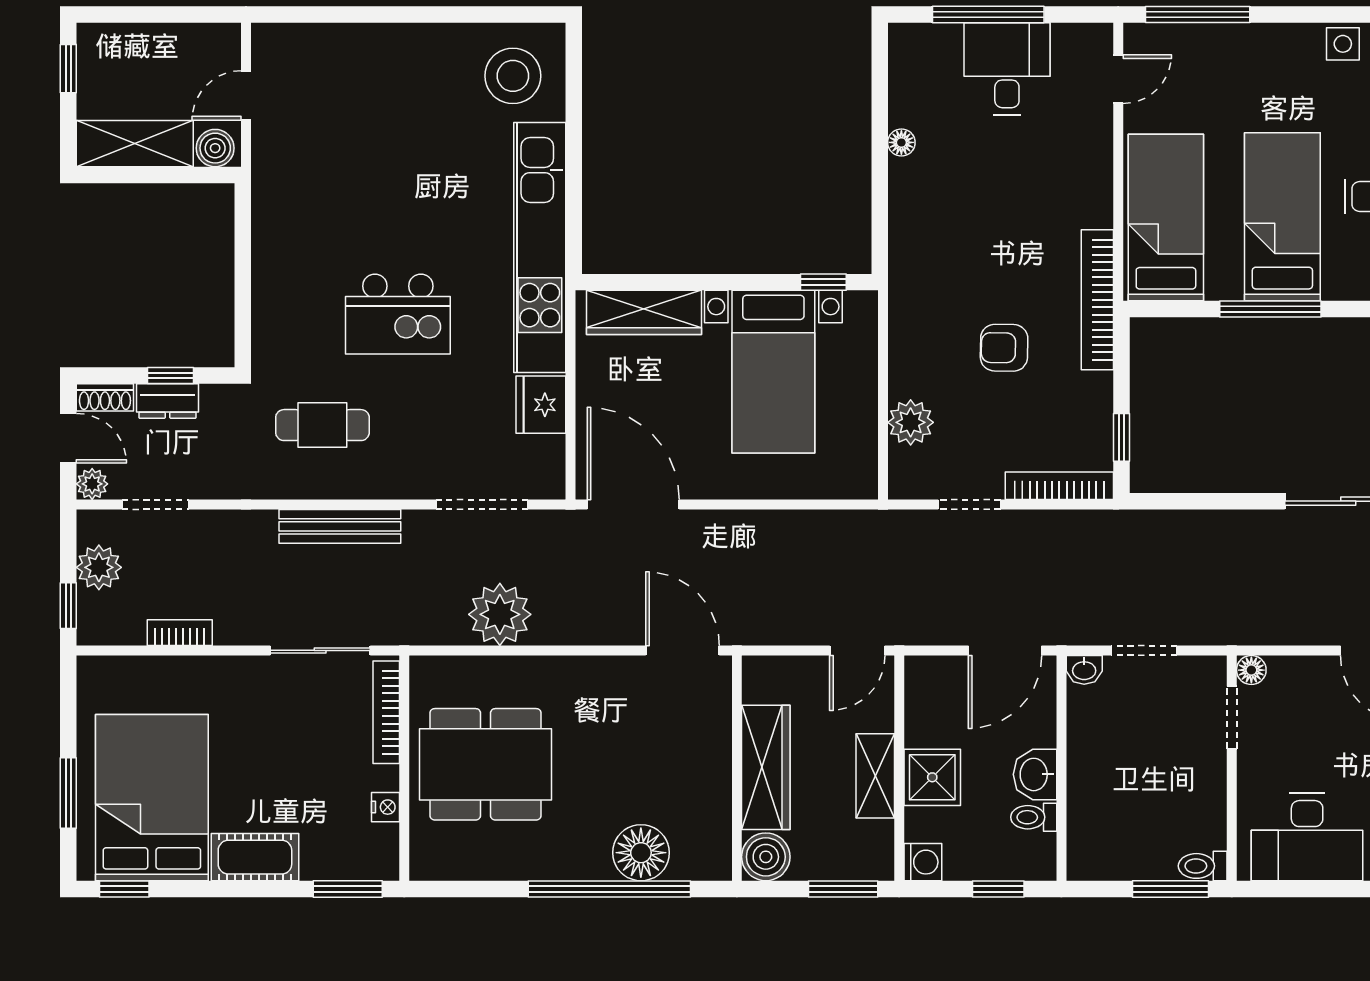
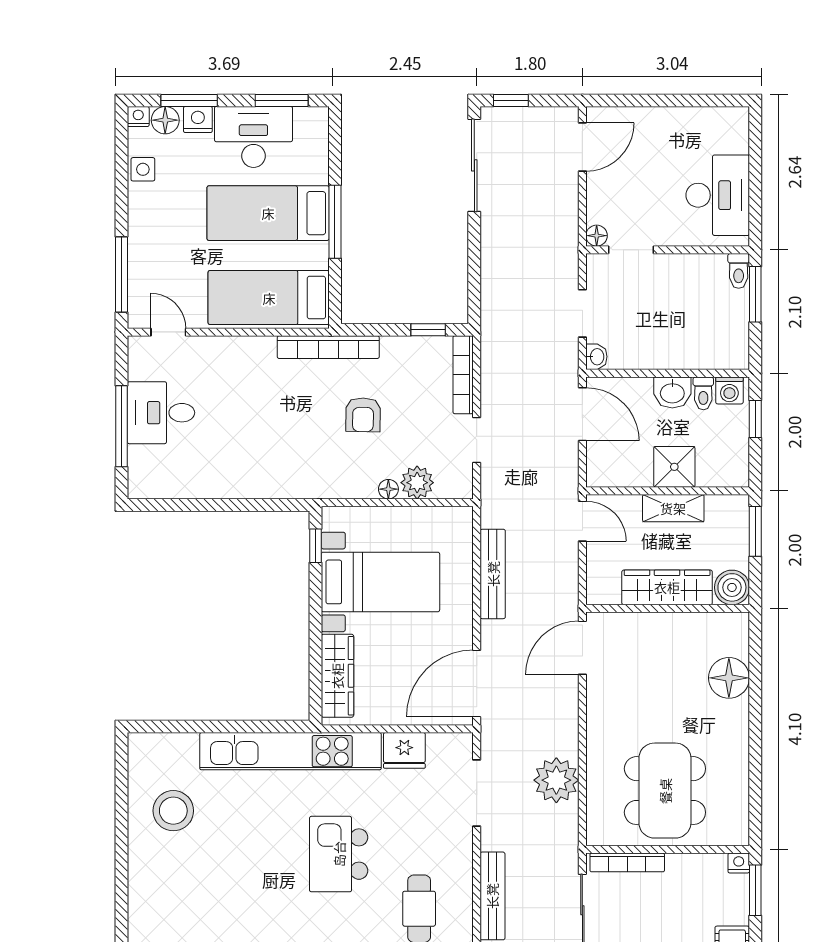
stool: (513, 76) -> (173, 811), moved
floor lamp: (901, 142) -> (388, 489), moved
kitchen island: (398, 314) -> (339, 854), turned 180
bench: (784, 527) -> (493, 574), added
nightstand: (385, 807) -> (739, 863), moved
washing machine: (923, 862) -> (729, 390), moved, turned 180
window: (609, 889) -> (755, 701), removed

